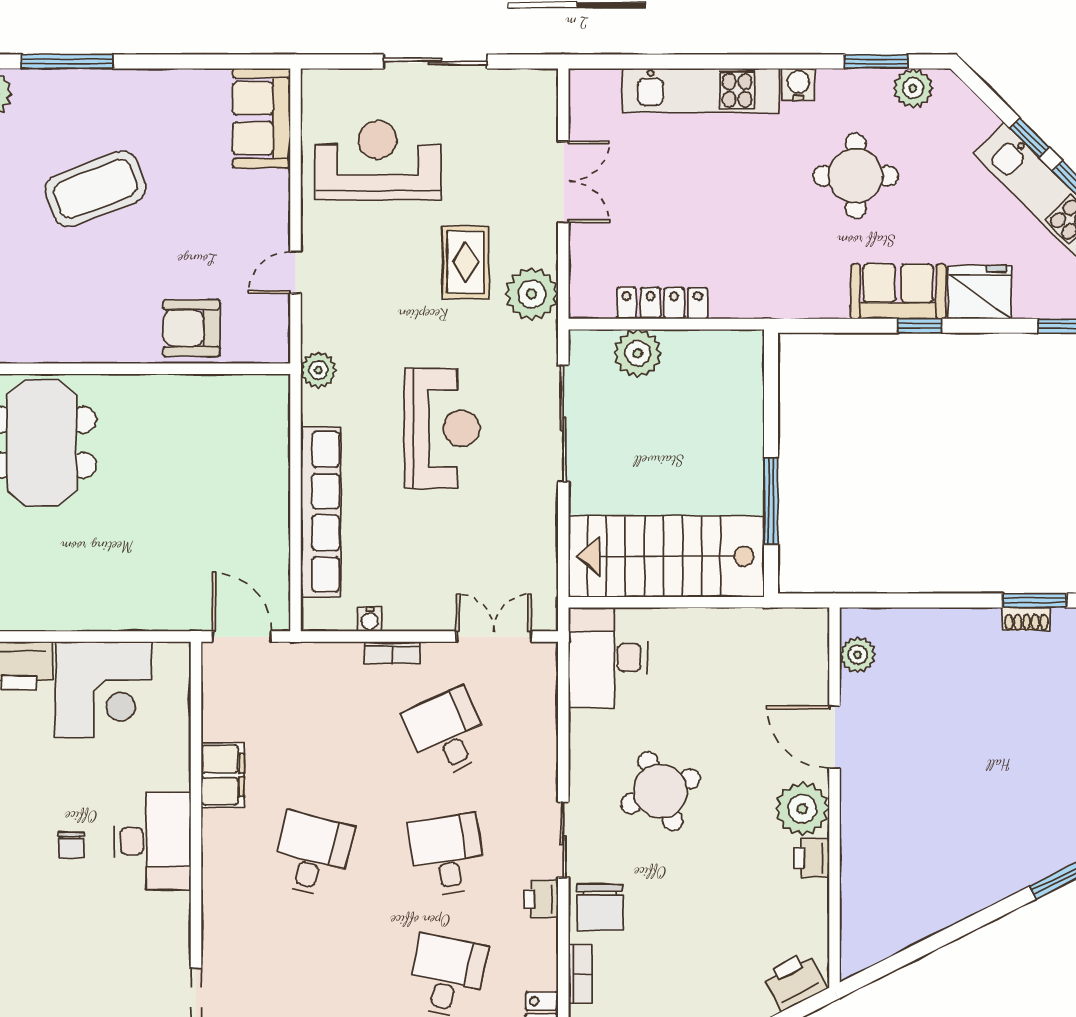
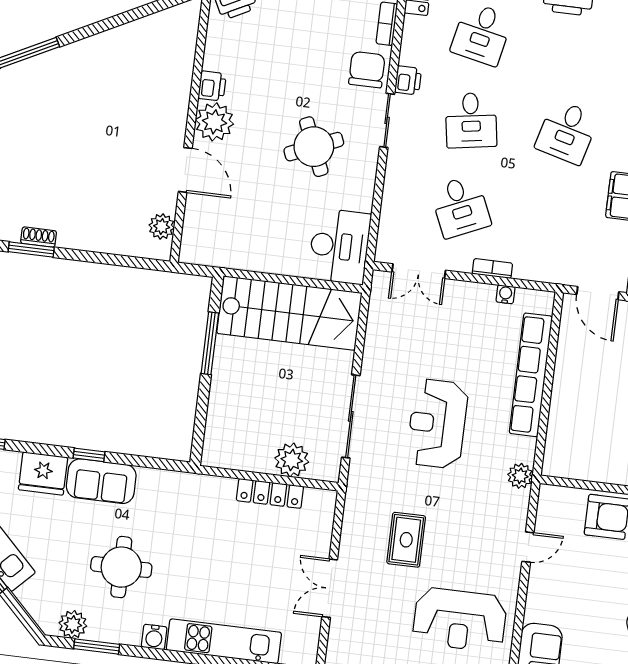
plant: (532, 294) -> (362, 511), removed

